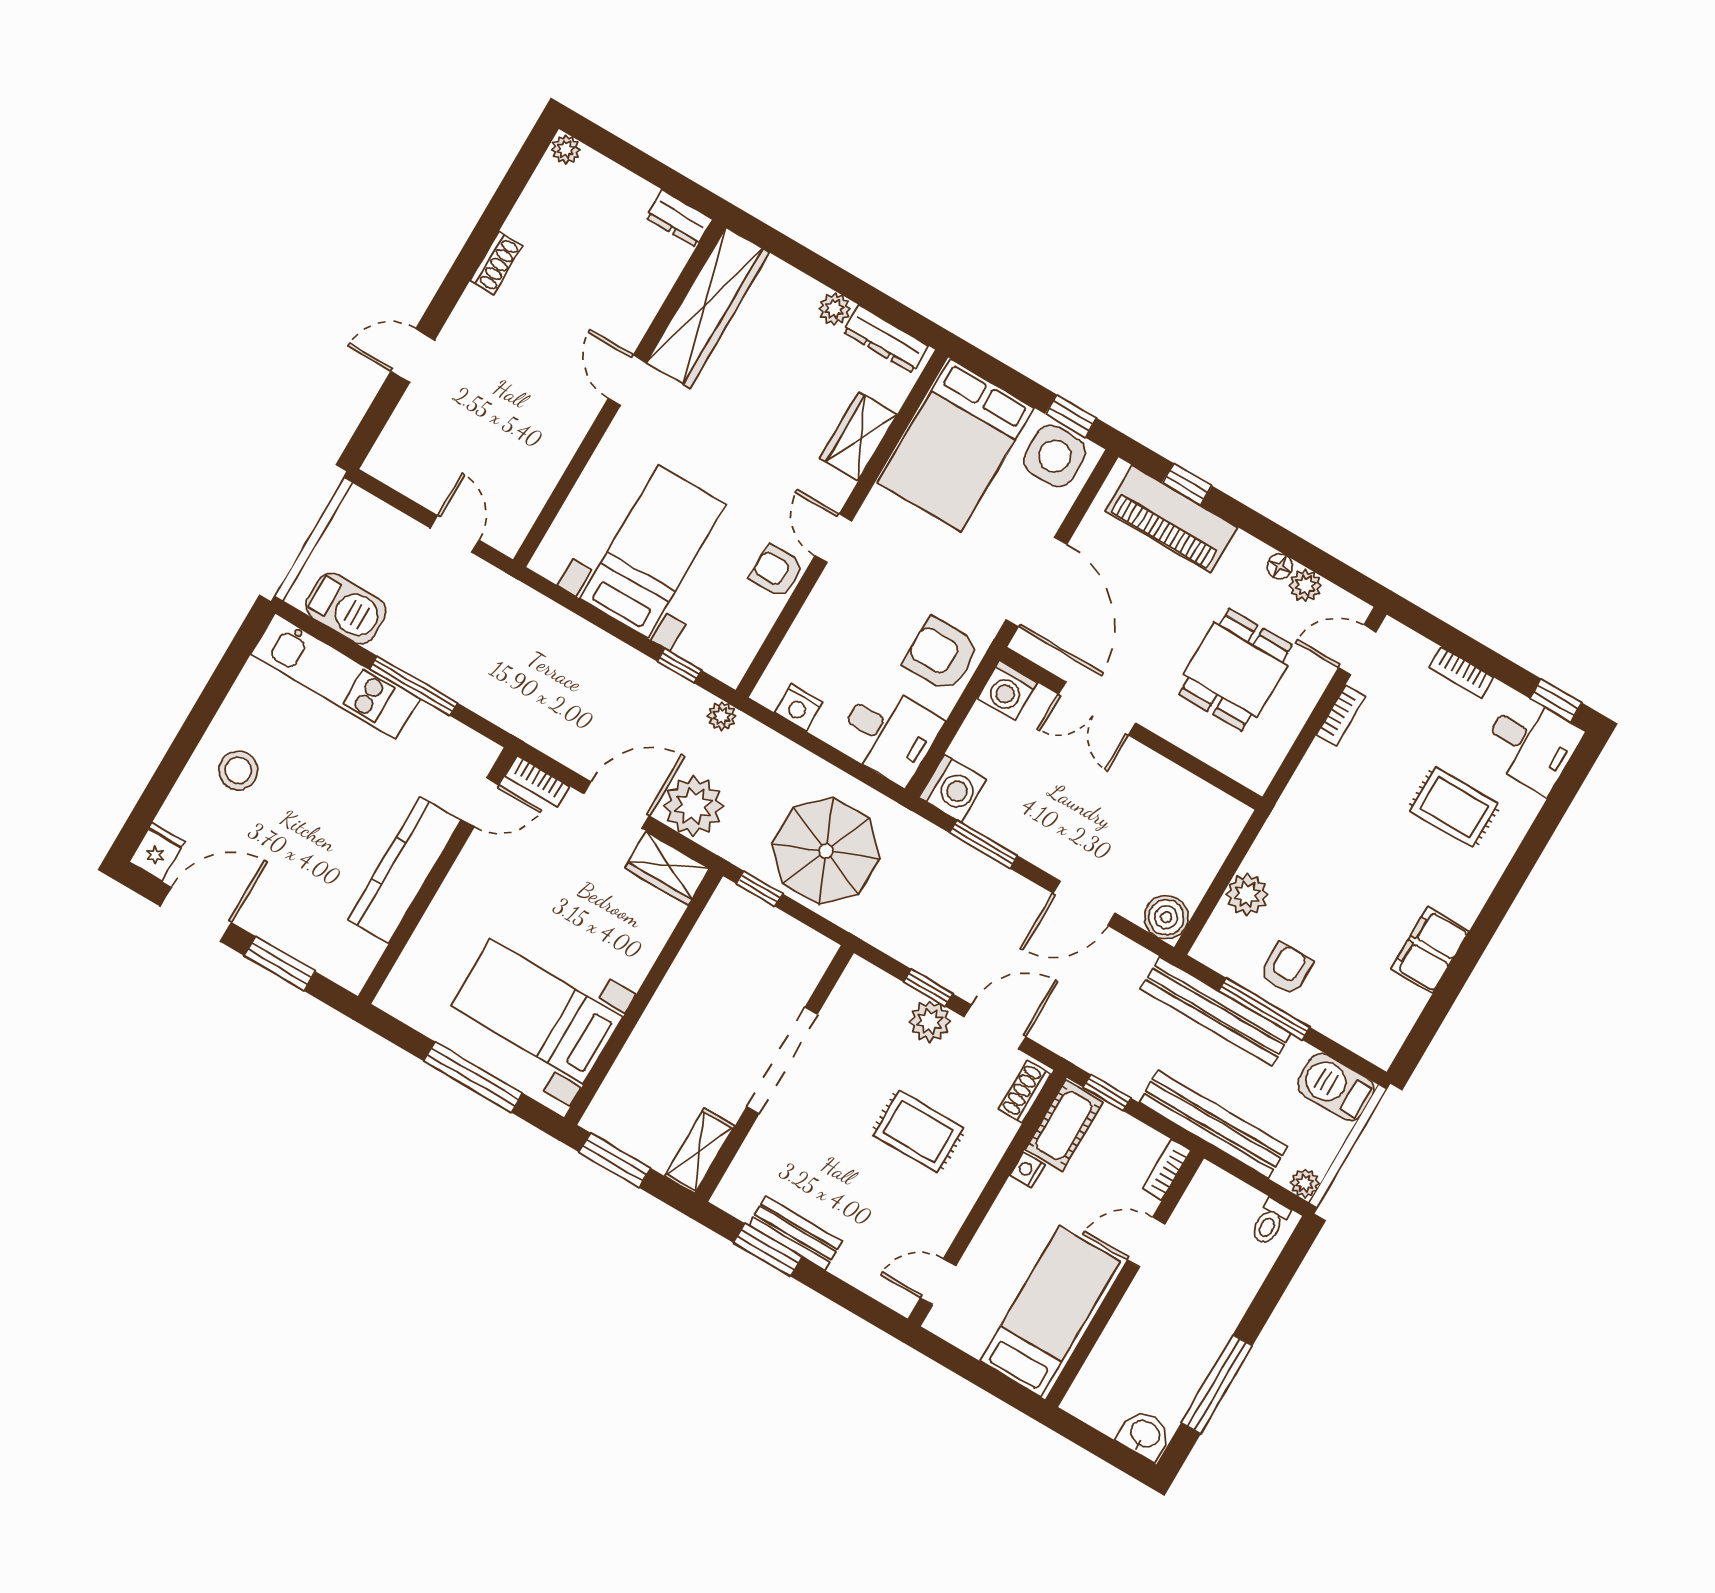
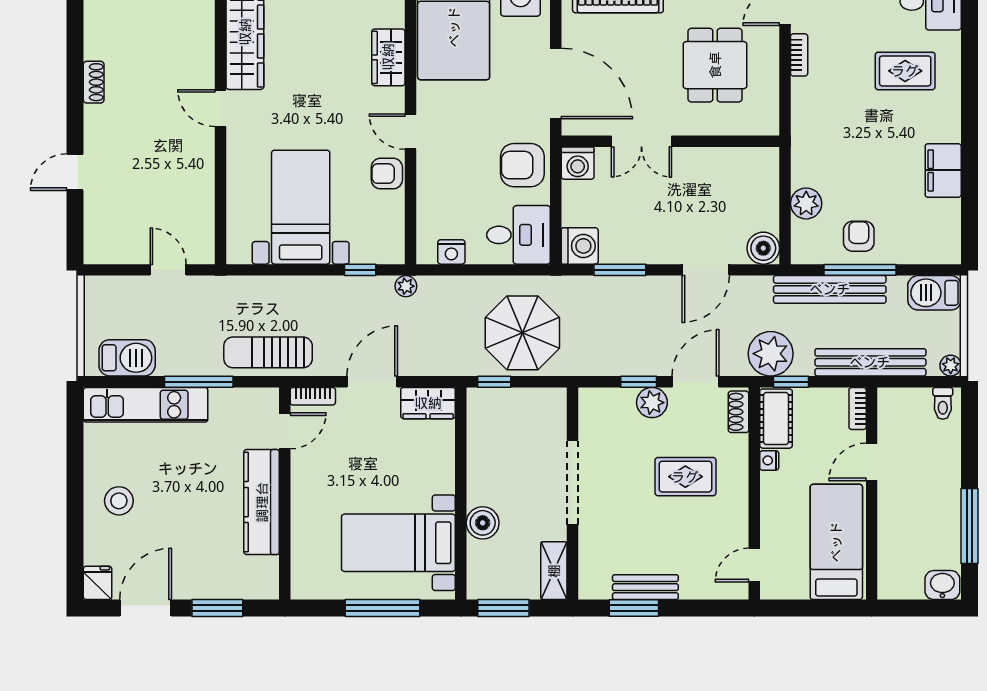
sun lounger: (515, 699) -> (268, 352), added
plant: (693, 806) -> (771, 354), moved
boiler: (649, 1046) -> (483, 523), added

